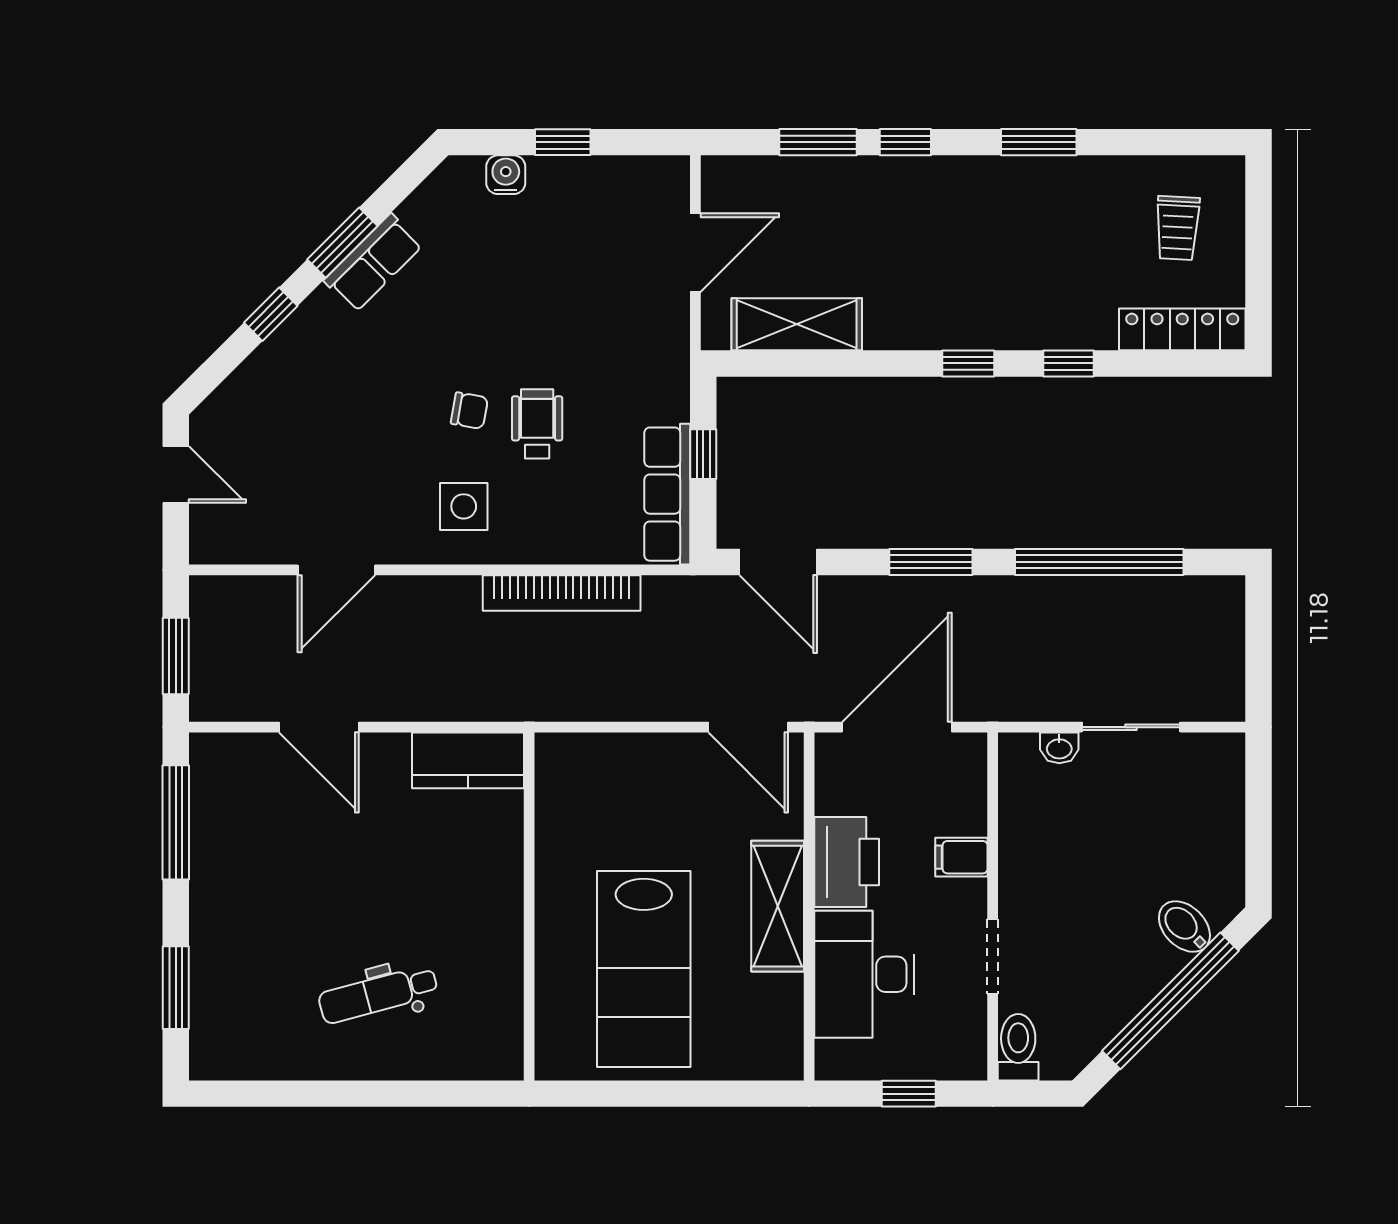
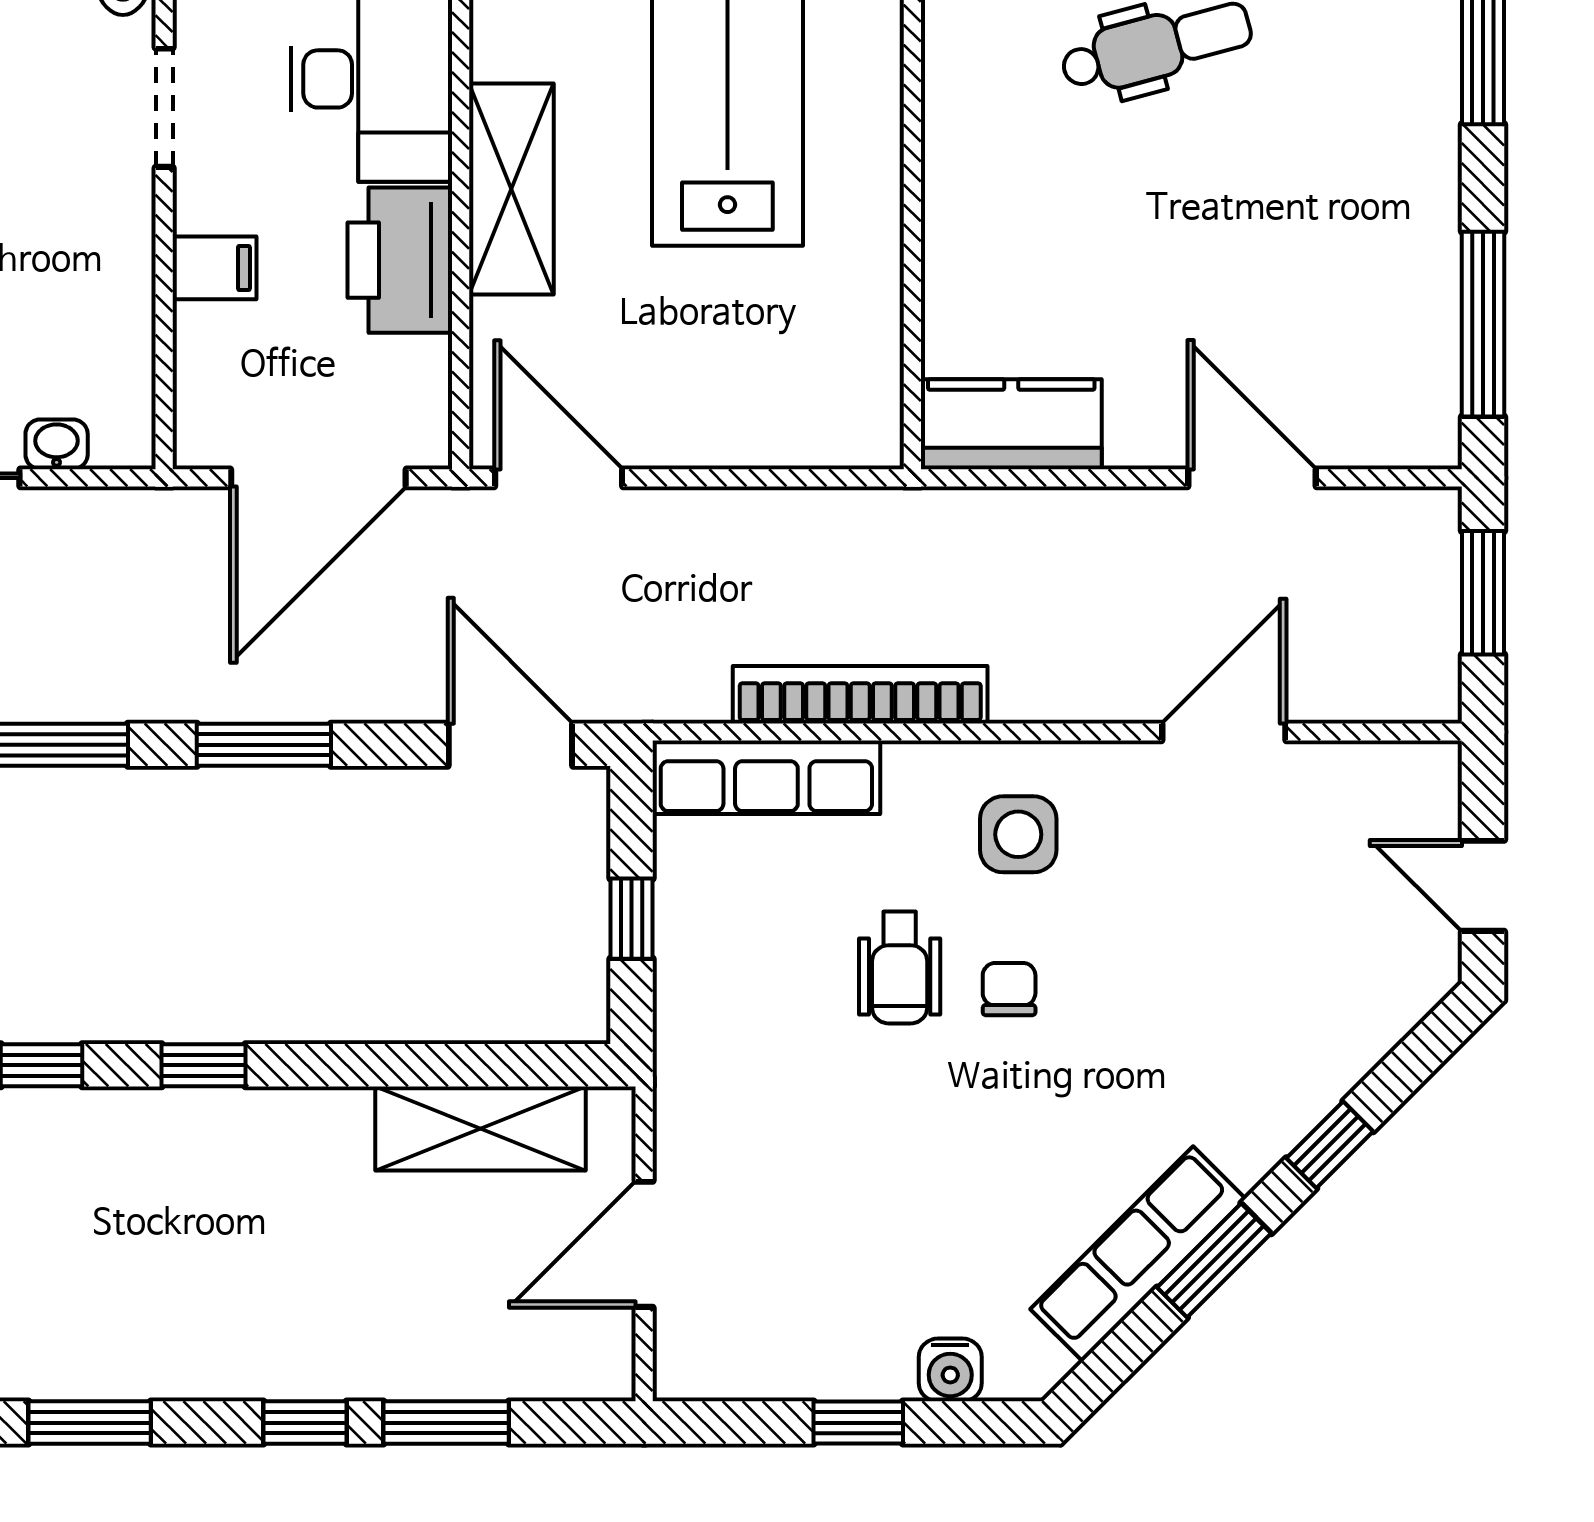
row of seats: (373, 263) -> (1138, 1254), width x1.48
chair: (469, 411) -> (1009, 989), turned 80
row of seats: (667, 494) -> (766, 777), moved, turned 90

